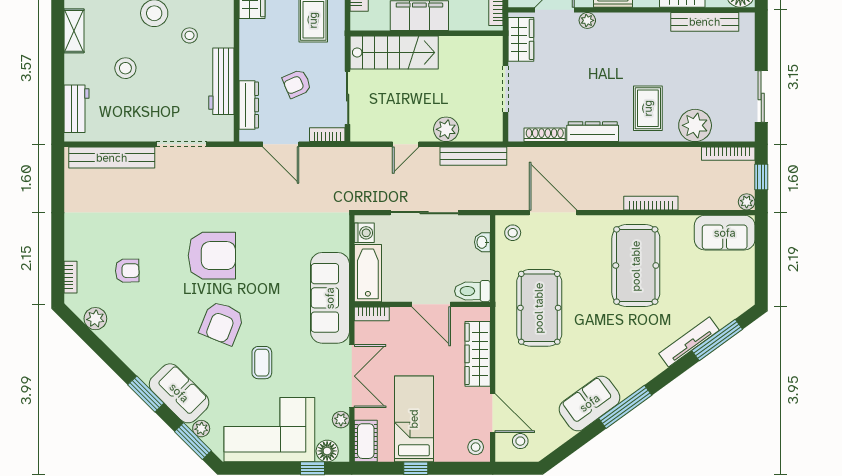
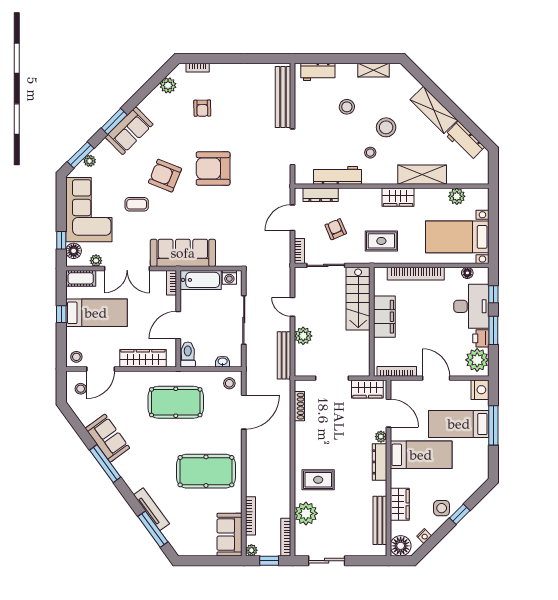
dresser: (593, 132) -> (379, 462), moved, turned 180
bookcase: (651, 203) -> (251, 516), moved
armchair: (212, 256) -> (213, 169), turned 90
sofa: (179, 393) -> (129, 131), moved

